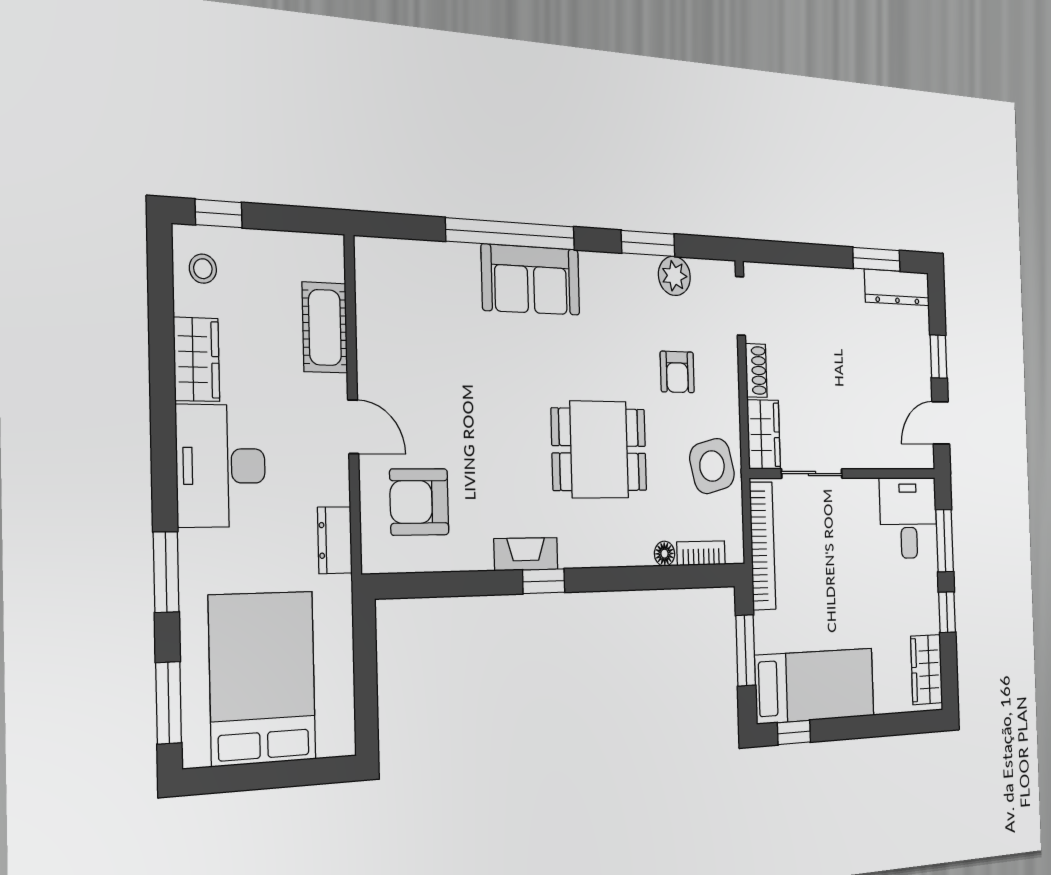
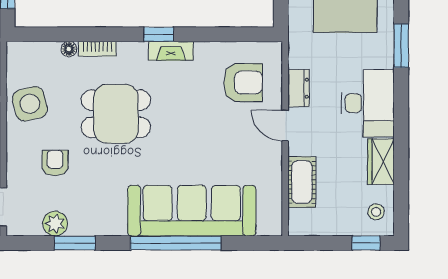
sofa: (531, 280) -> (192, 211), width x1.85, depth x1.27
dresser: (335, 540) -> (299, 88), moved
bookcase: (701, 553) -> (97, 49), moved

